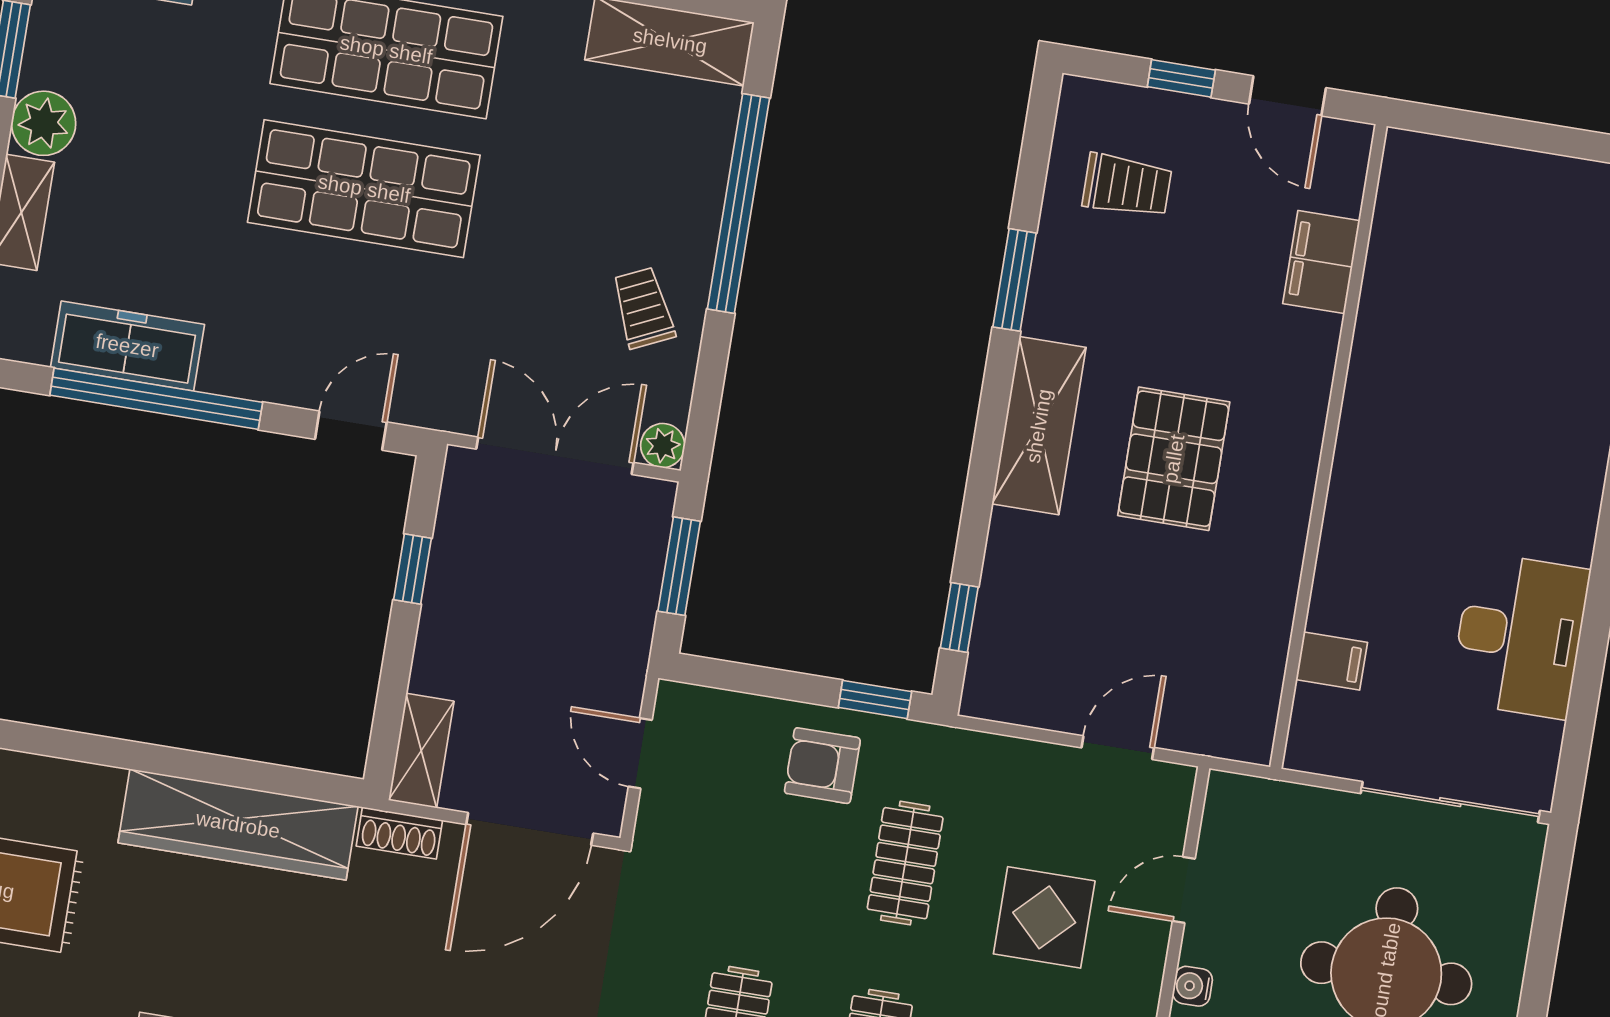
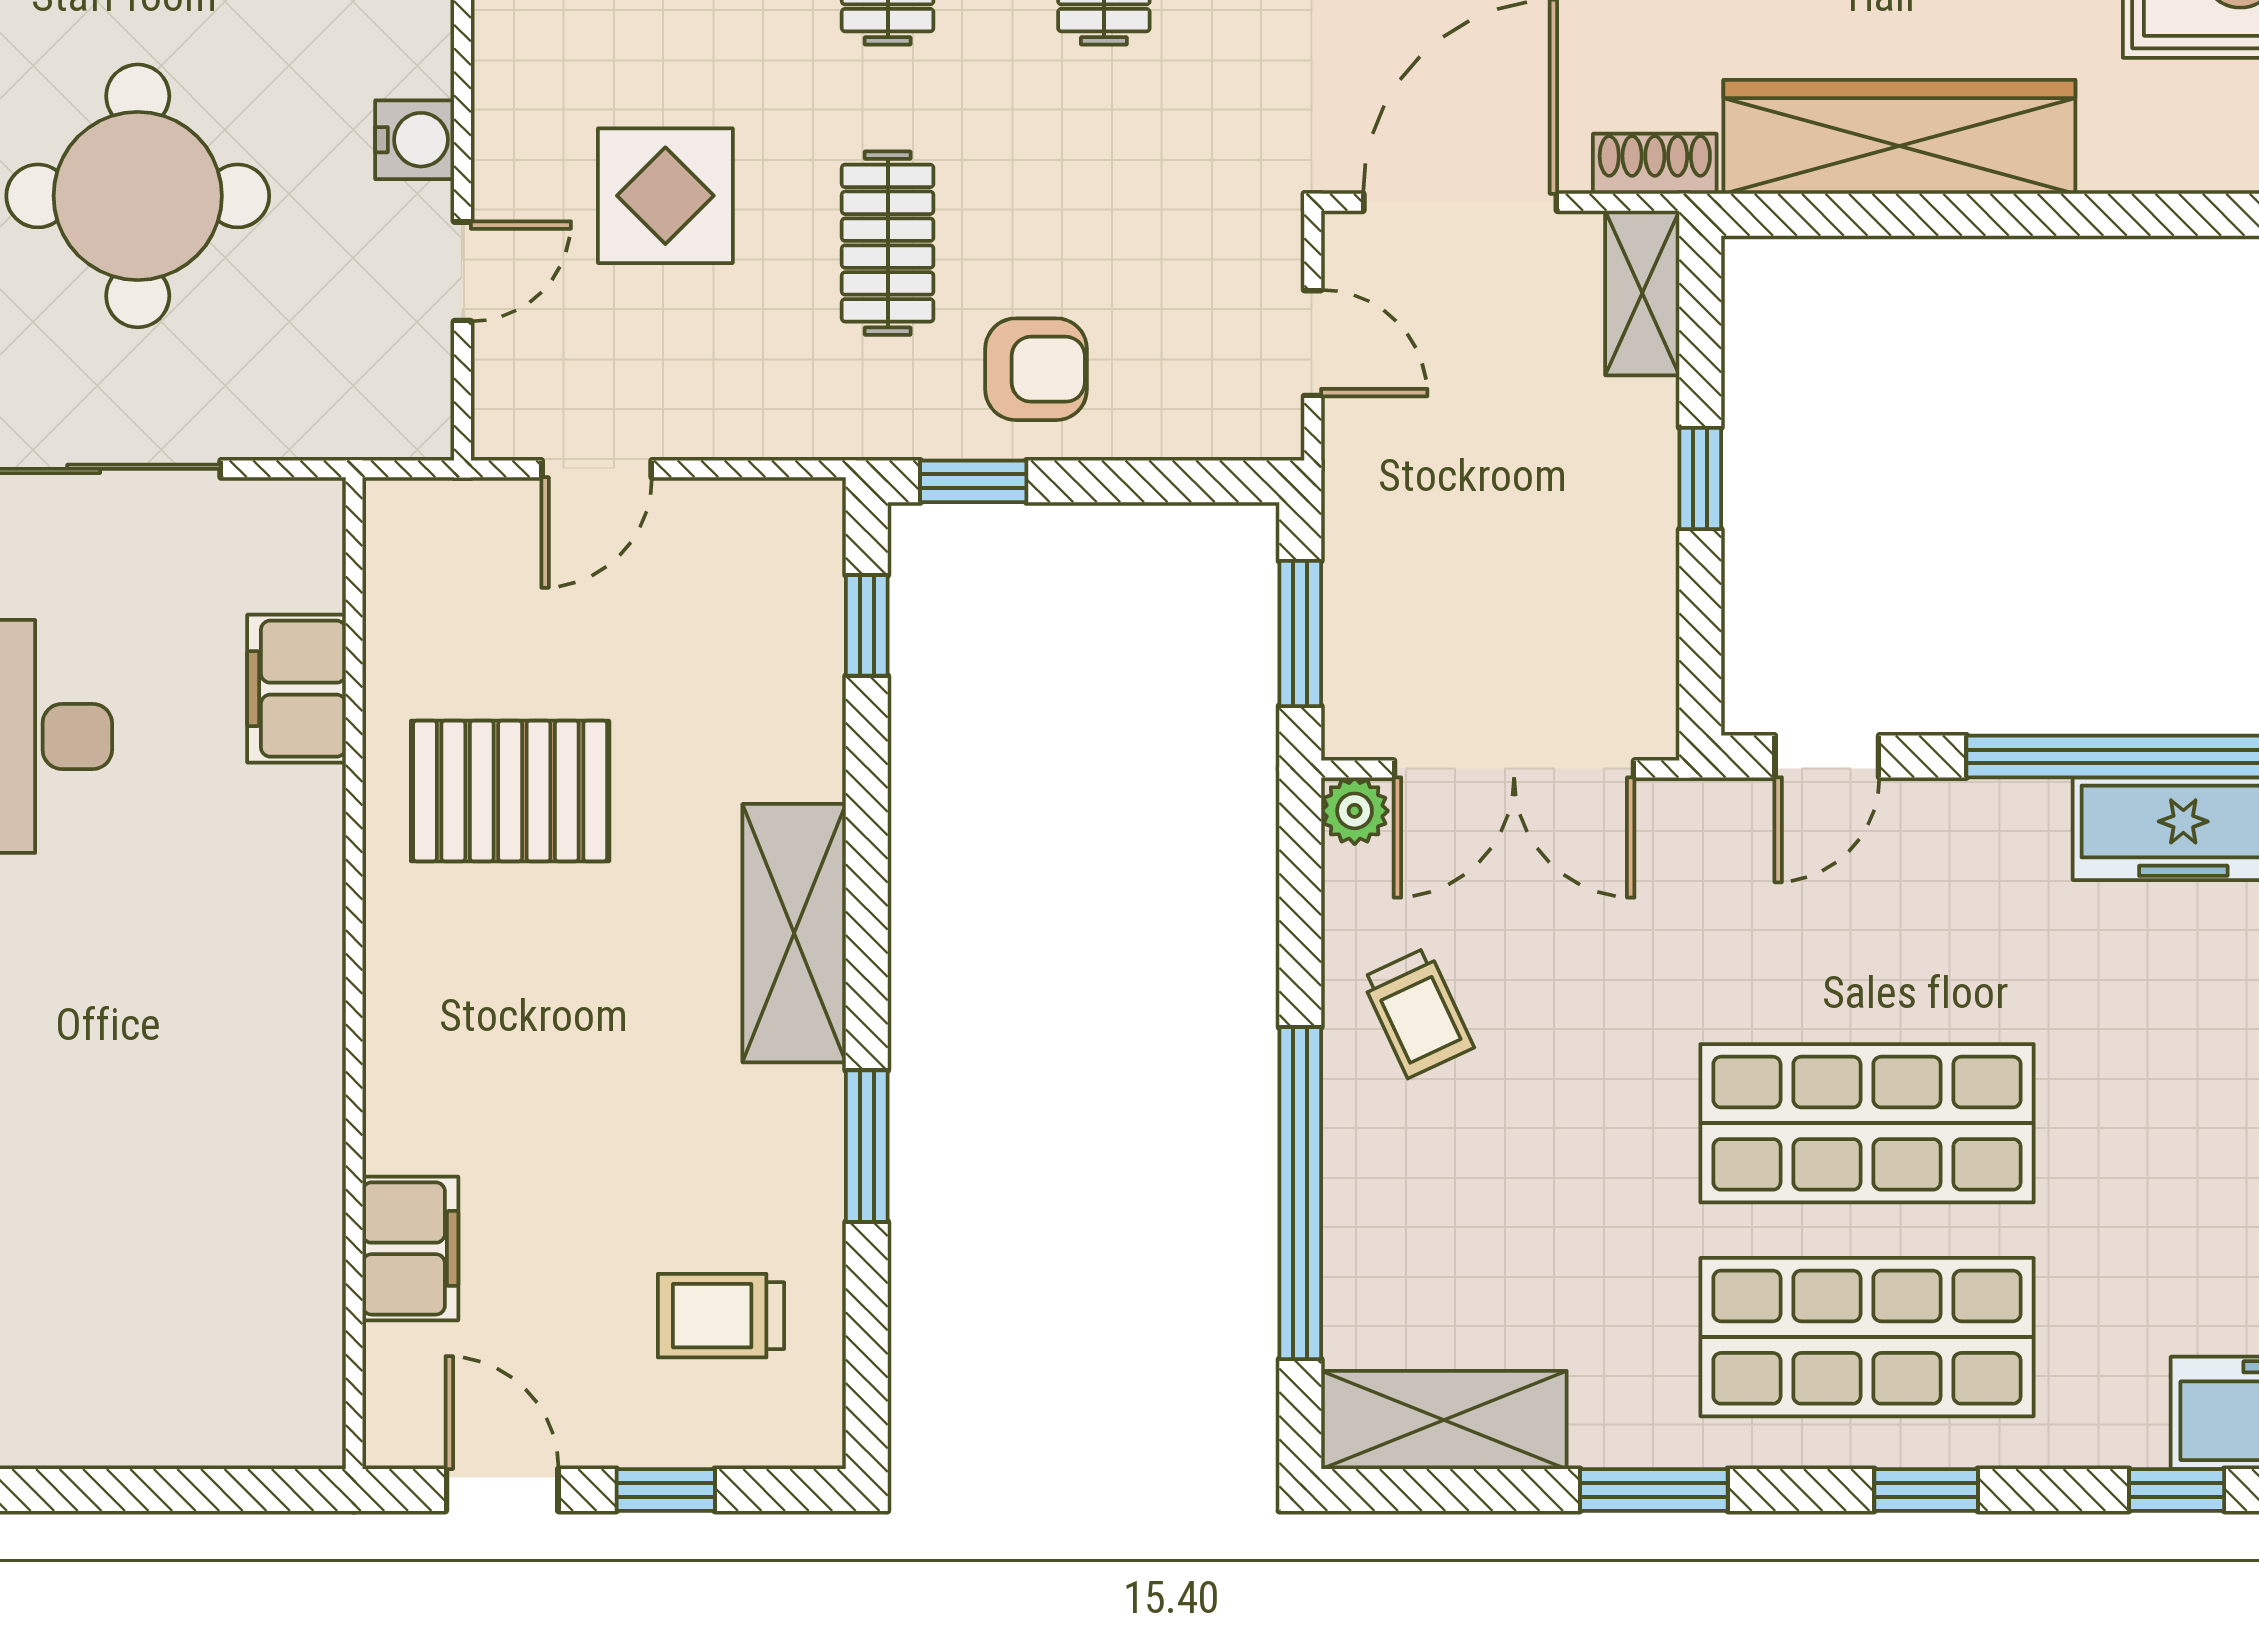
pallet: (1174, 459) -> (510, 791), moved, turned 90
window: (412, 569) -> (1700, 478), moved
filing cabinet: (1332, 661) -> (296, 689), width x2.00
water cooler: (1192, 986) -> (415, 140), width x1.38, depth x1.38

